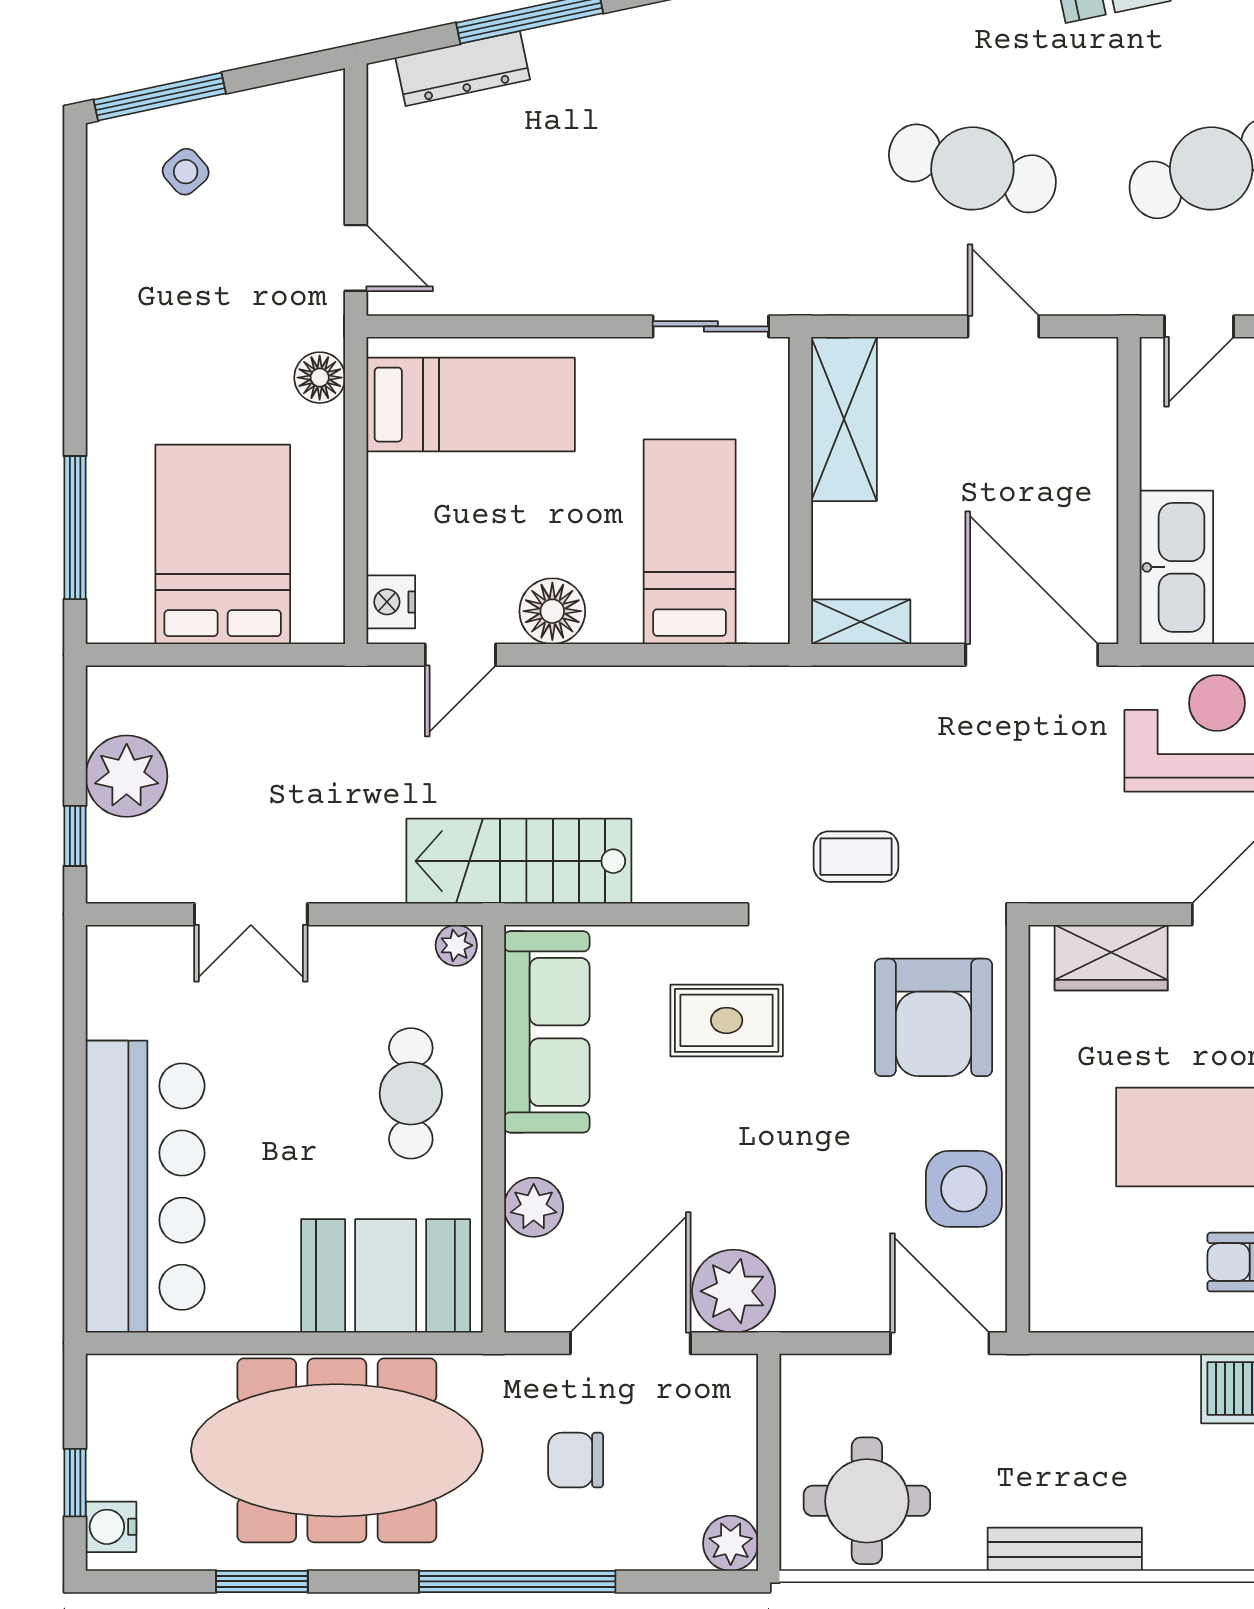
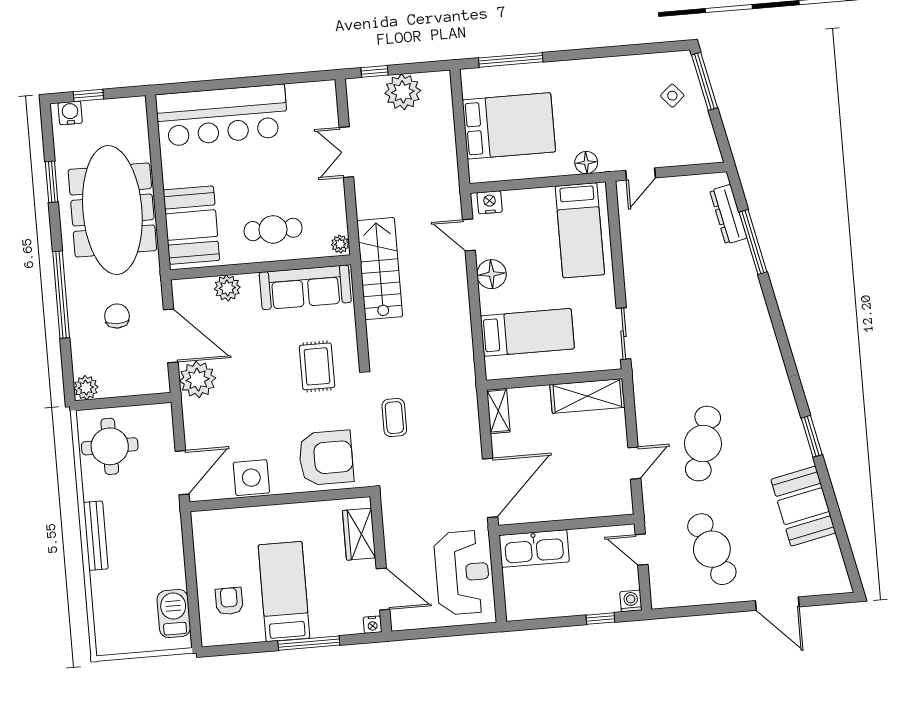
armchair: (933, 1017) -> (326, 458), turned 180

